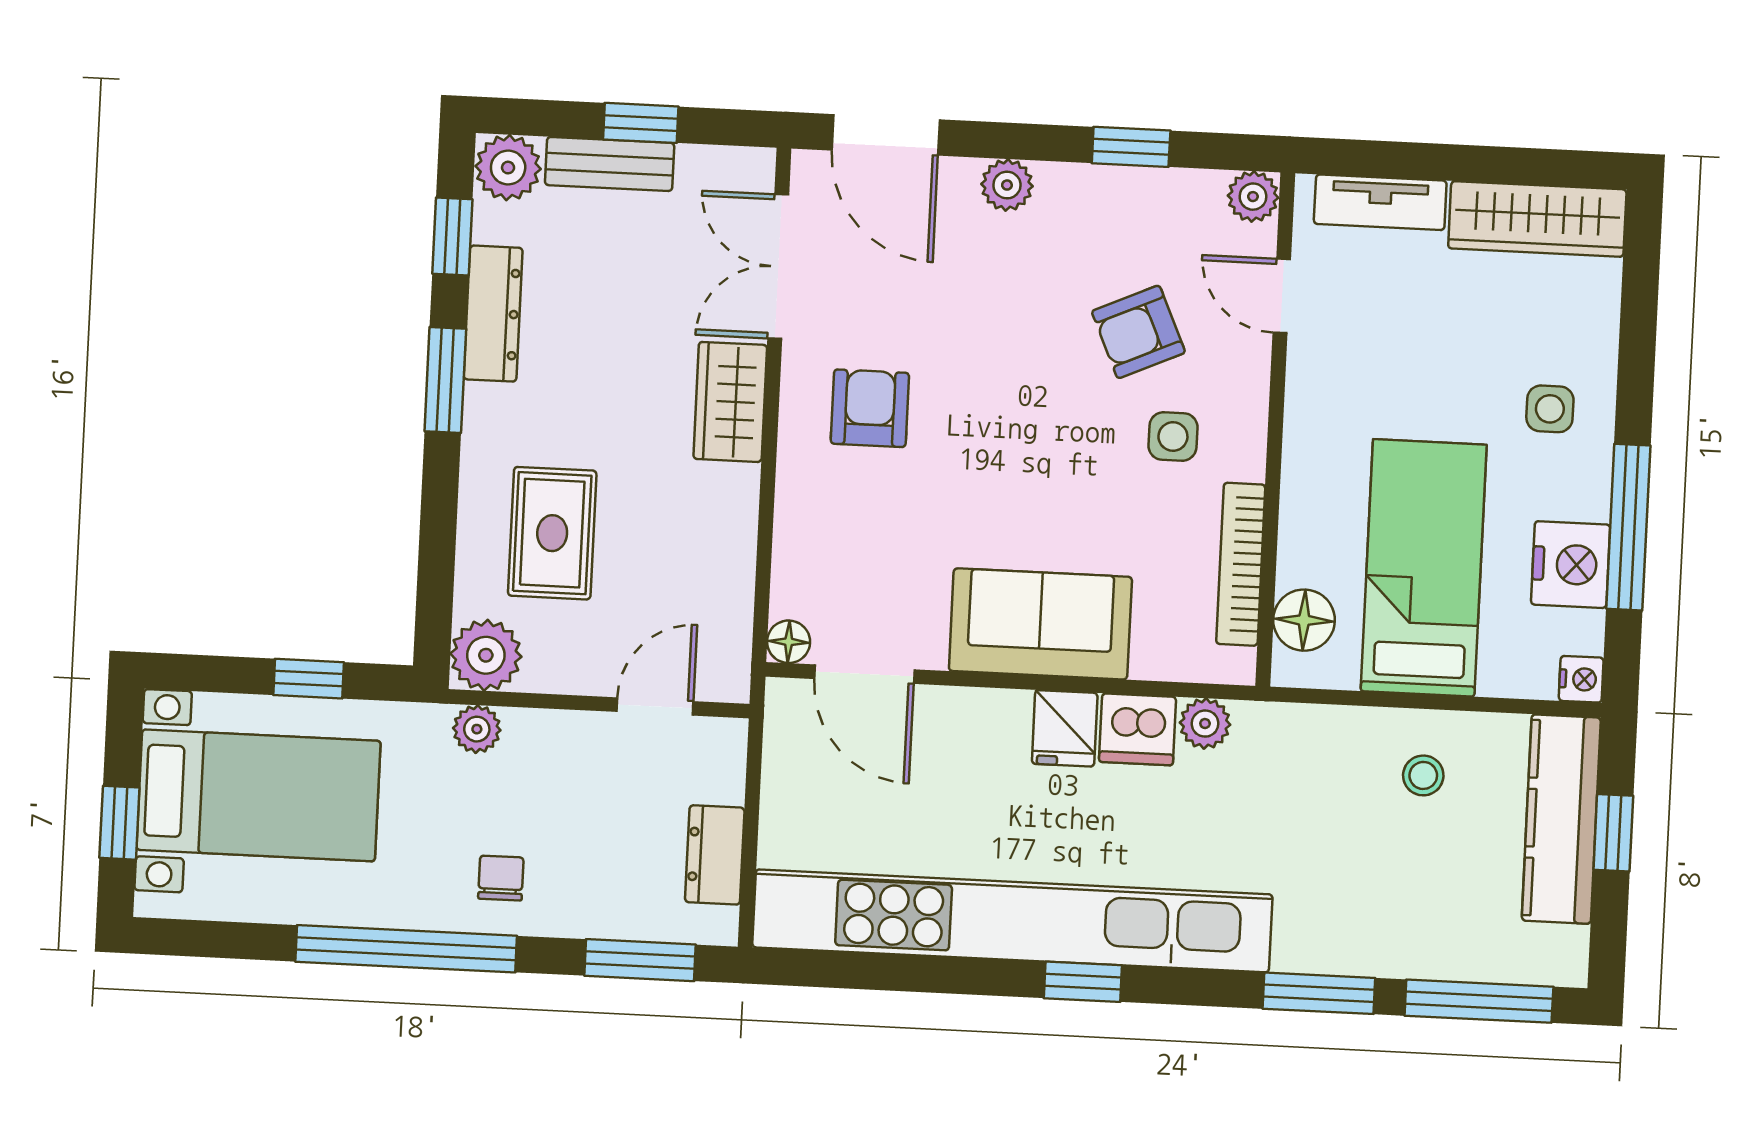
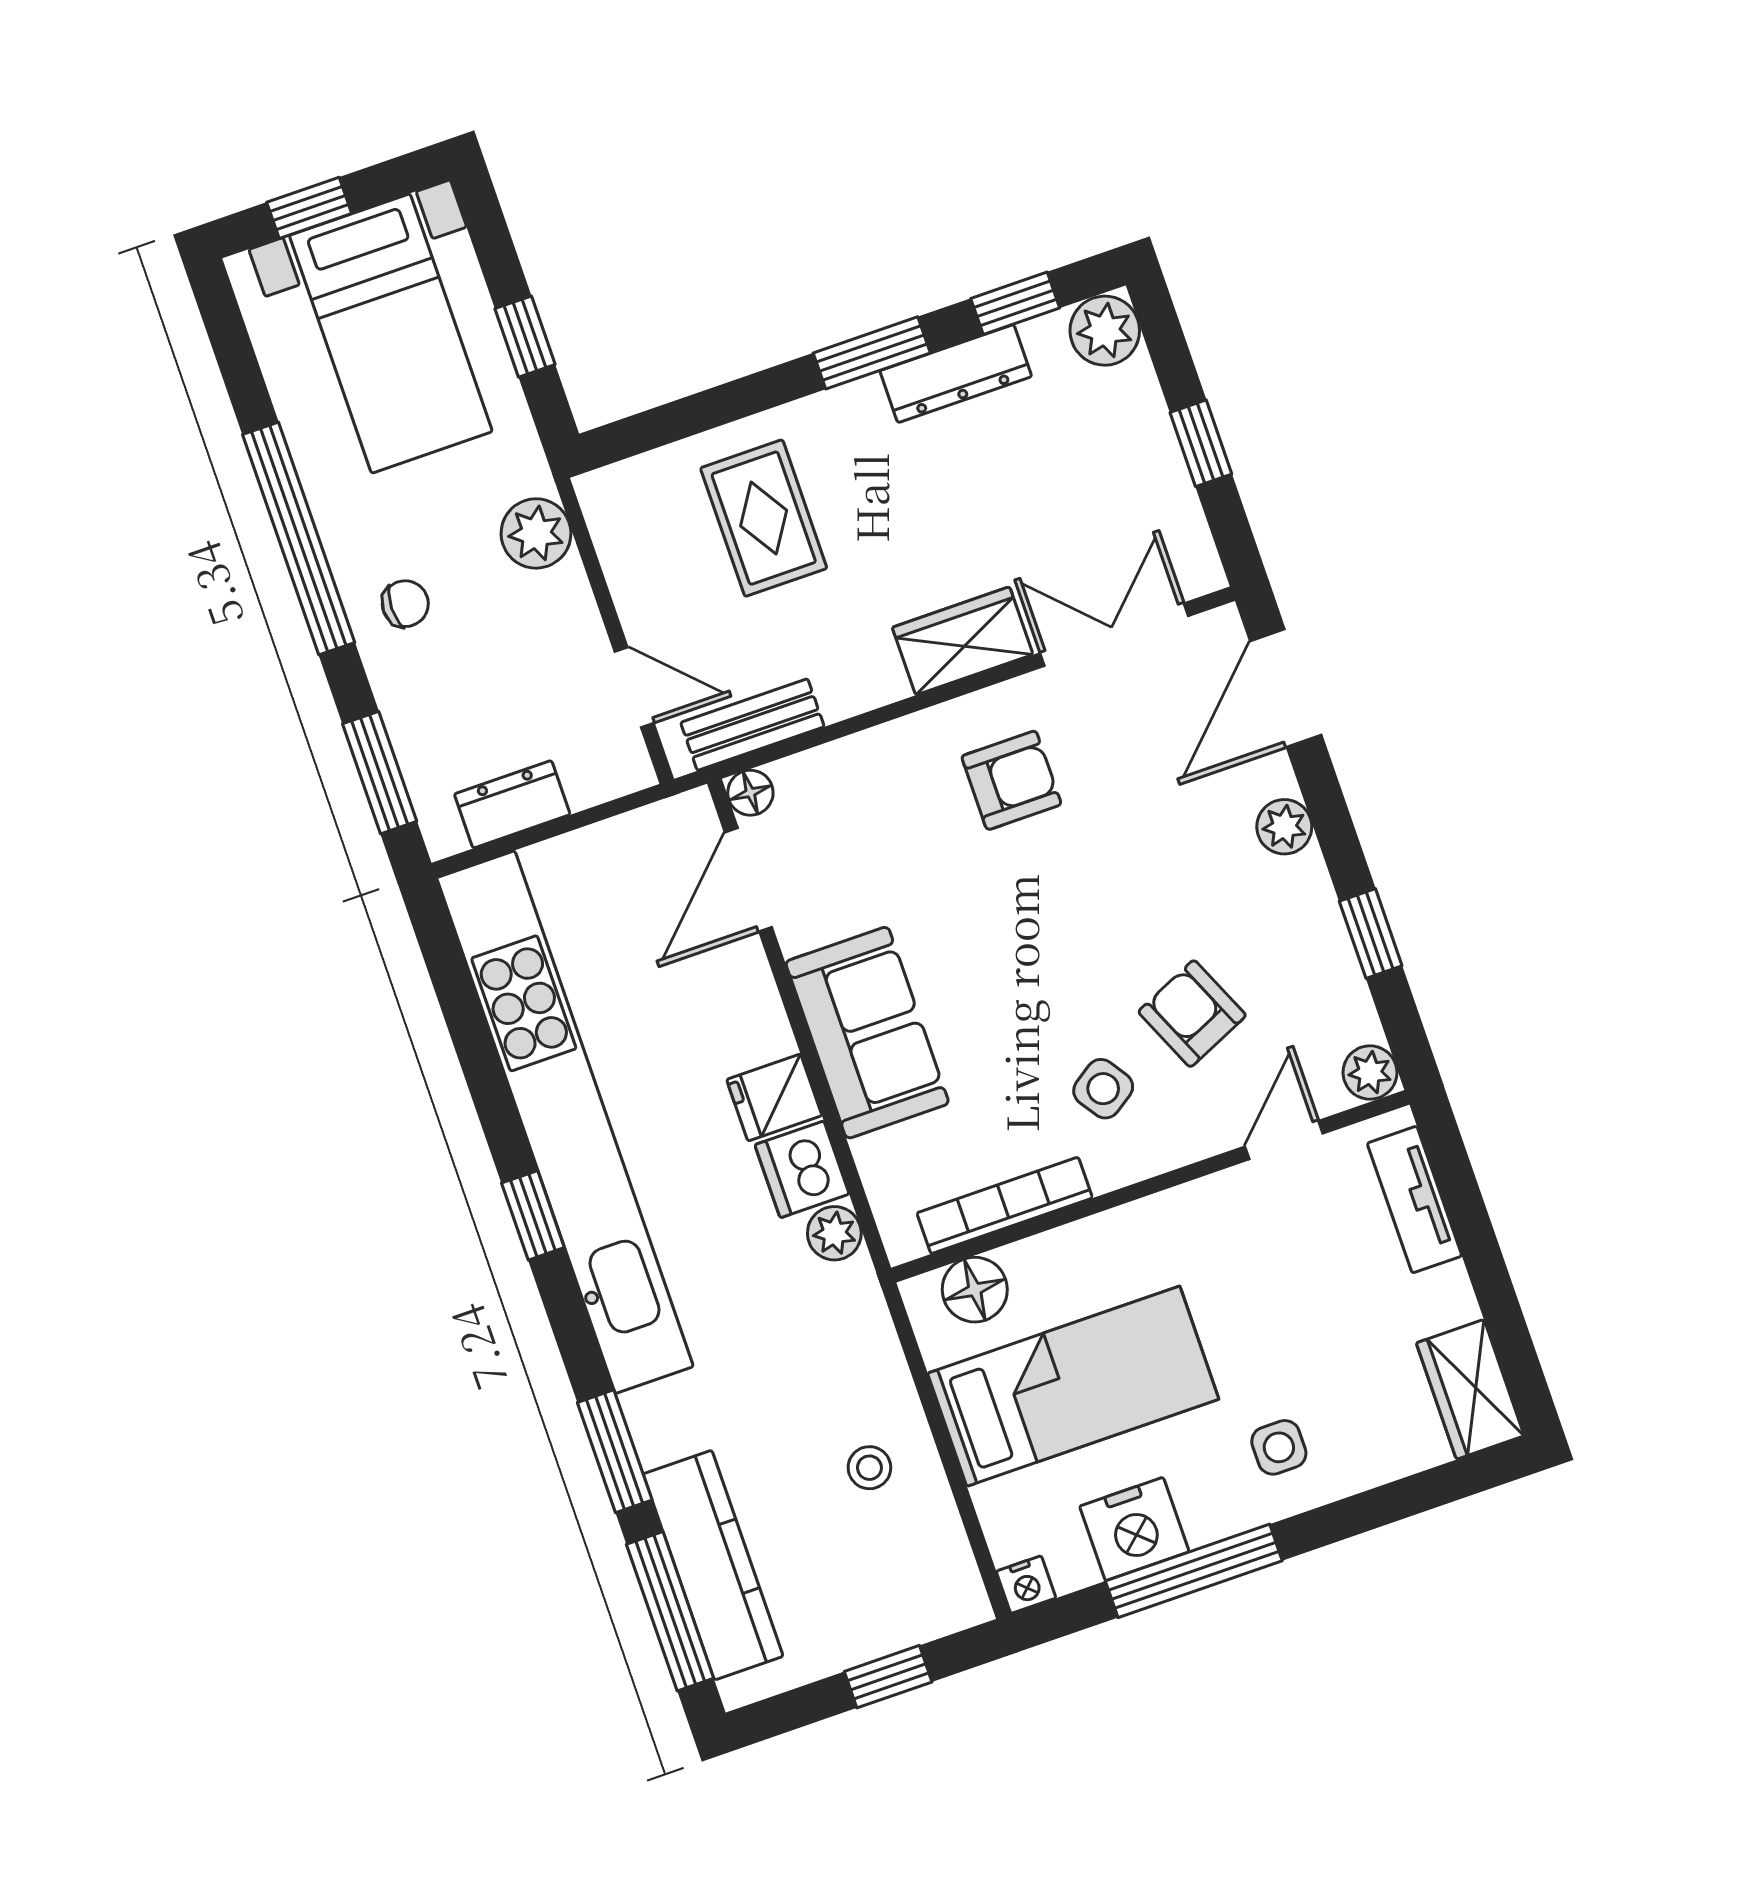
bench: (610, 164) -> (752, 725), moved, turned 90
wardrobe: (1537, 219) -> (1470, 1389), width x0.67
side table: (1173, 437) -> (1103, 1089), turned -34
rug: (552, 533) -> (764, 518), turned 90
plant: (486, 655) -> (618, 501), removed
plant: (477, 729) -> (536, 533), width x1.38, depth x1.38
kitchen counter: (1561, 819) -> (713, 1565), moved, turned 90

